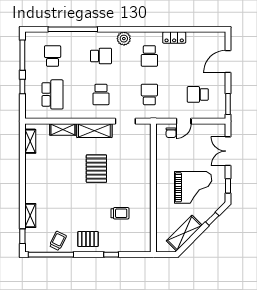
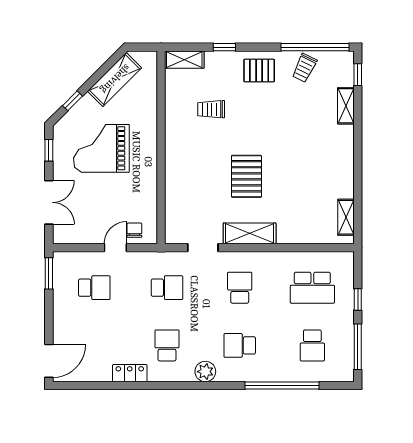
door: (228, 61) -> (49, 361), moved
school desk: (53, 94) -> (312, 288), turned -90
school desk: (149, 94) -> (167, 288), turned -90
shelving: (63, 129) -> (184, 60), moved

